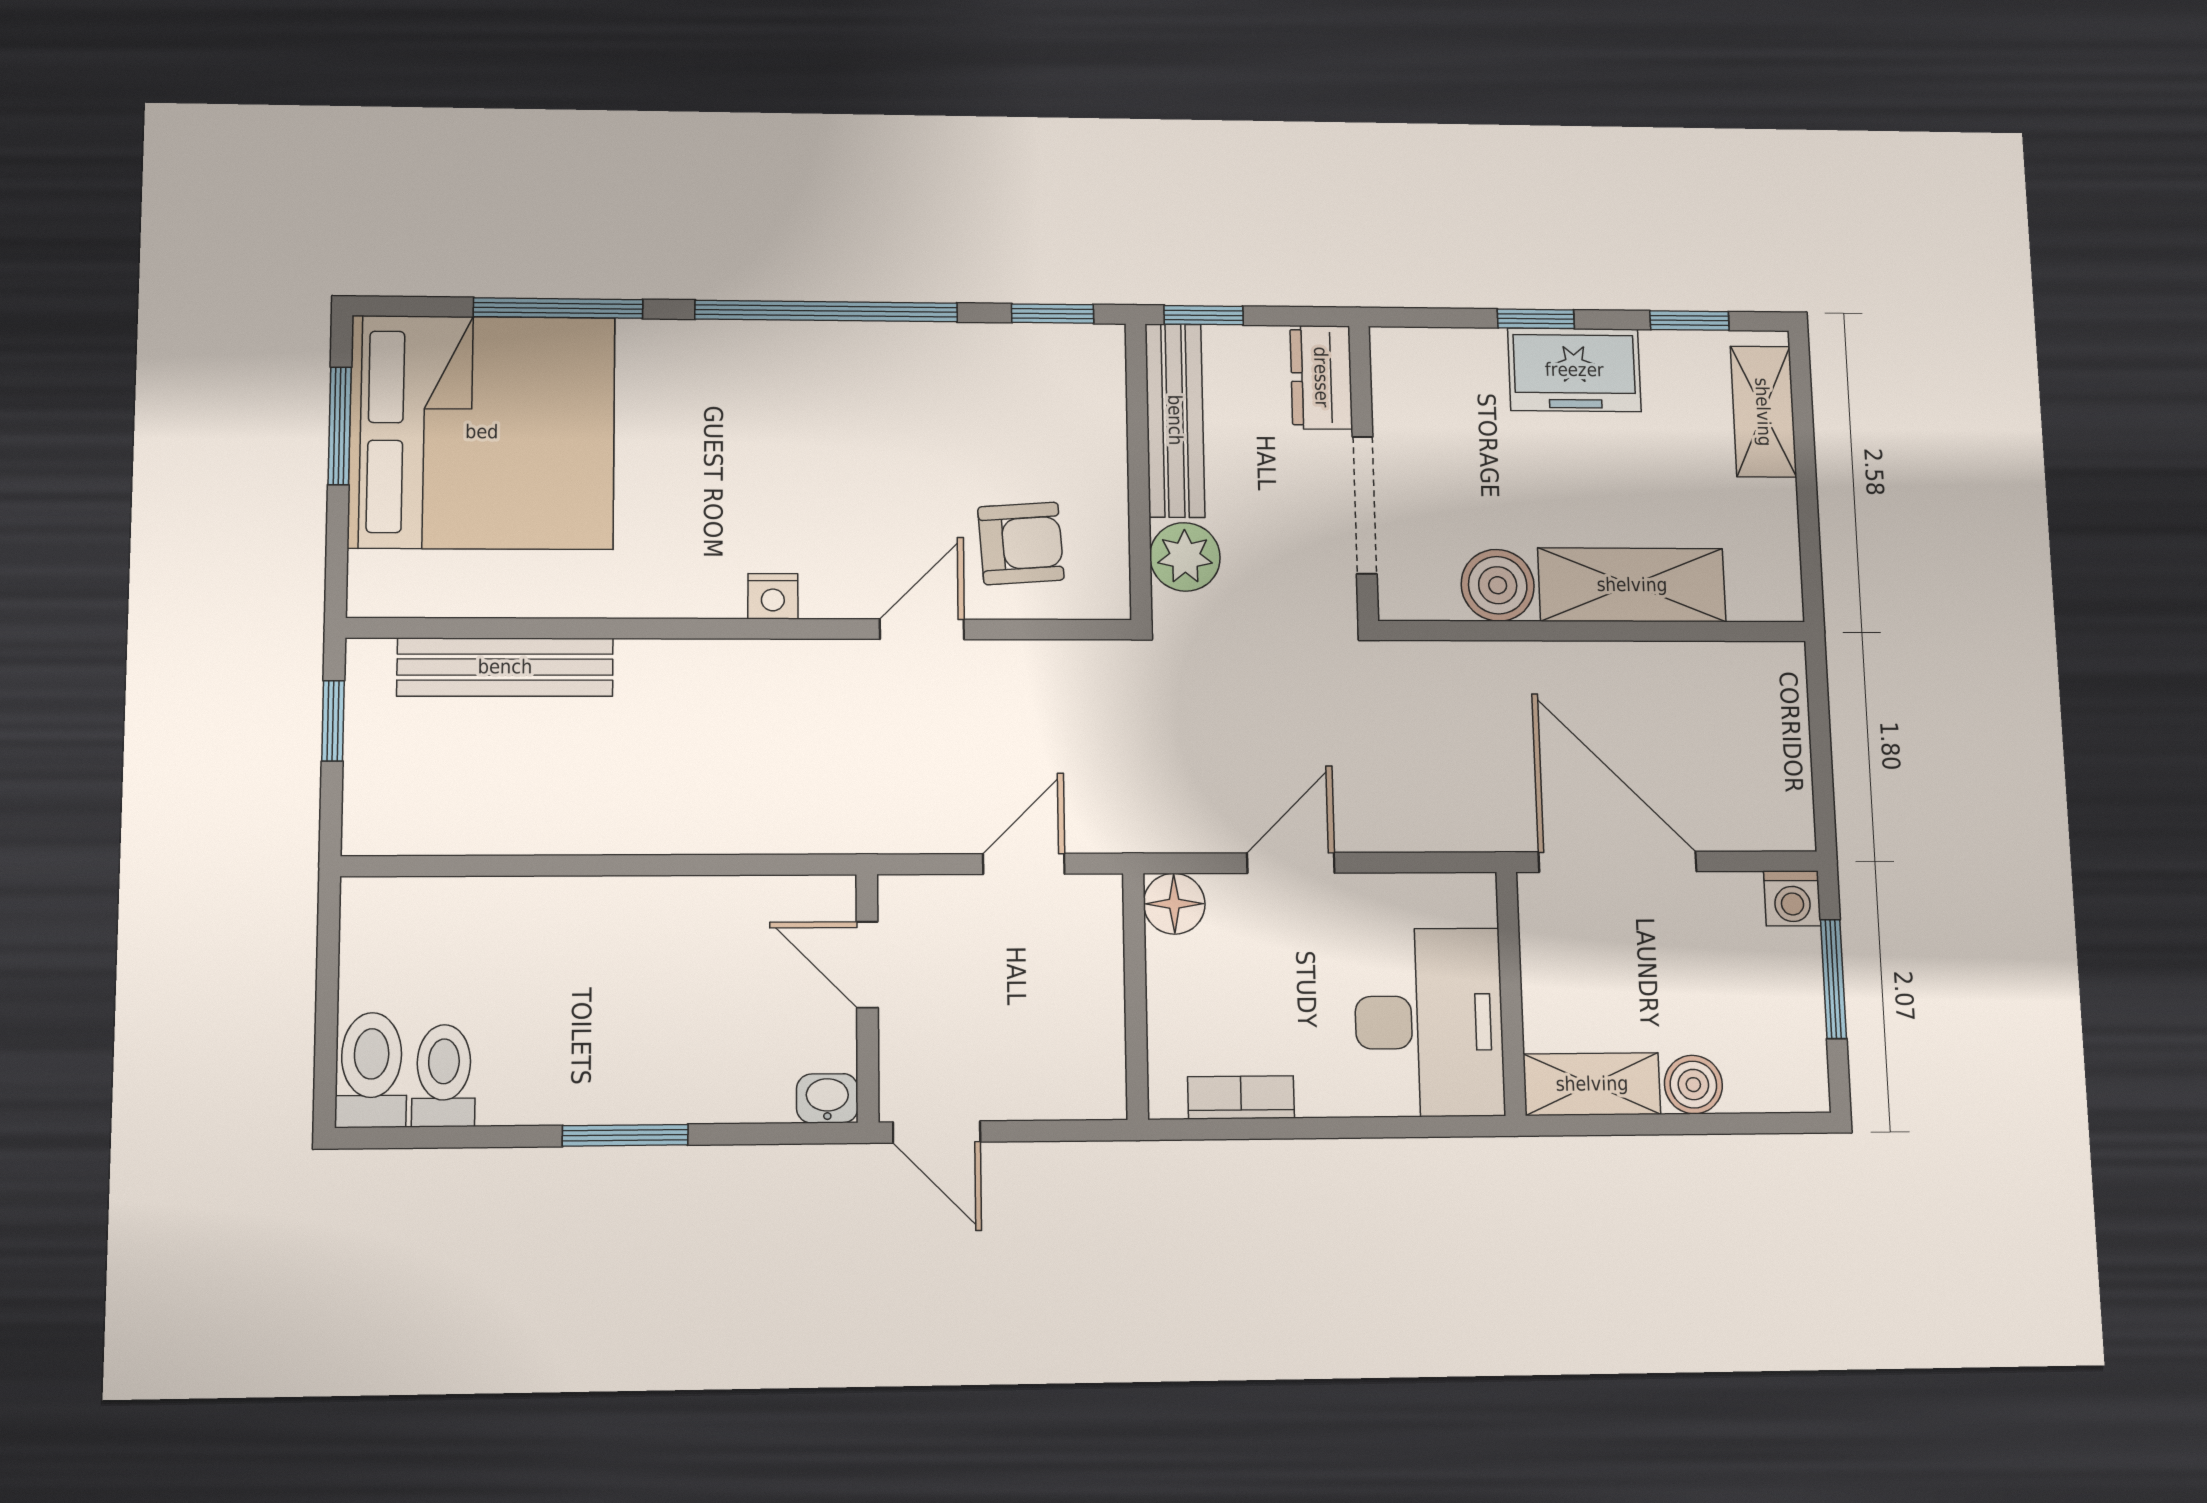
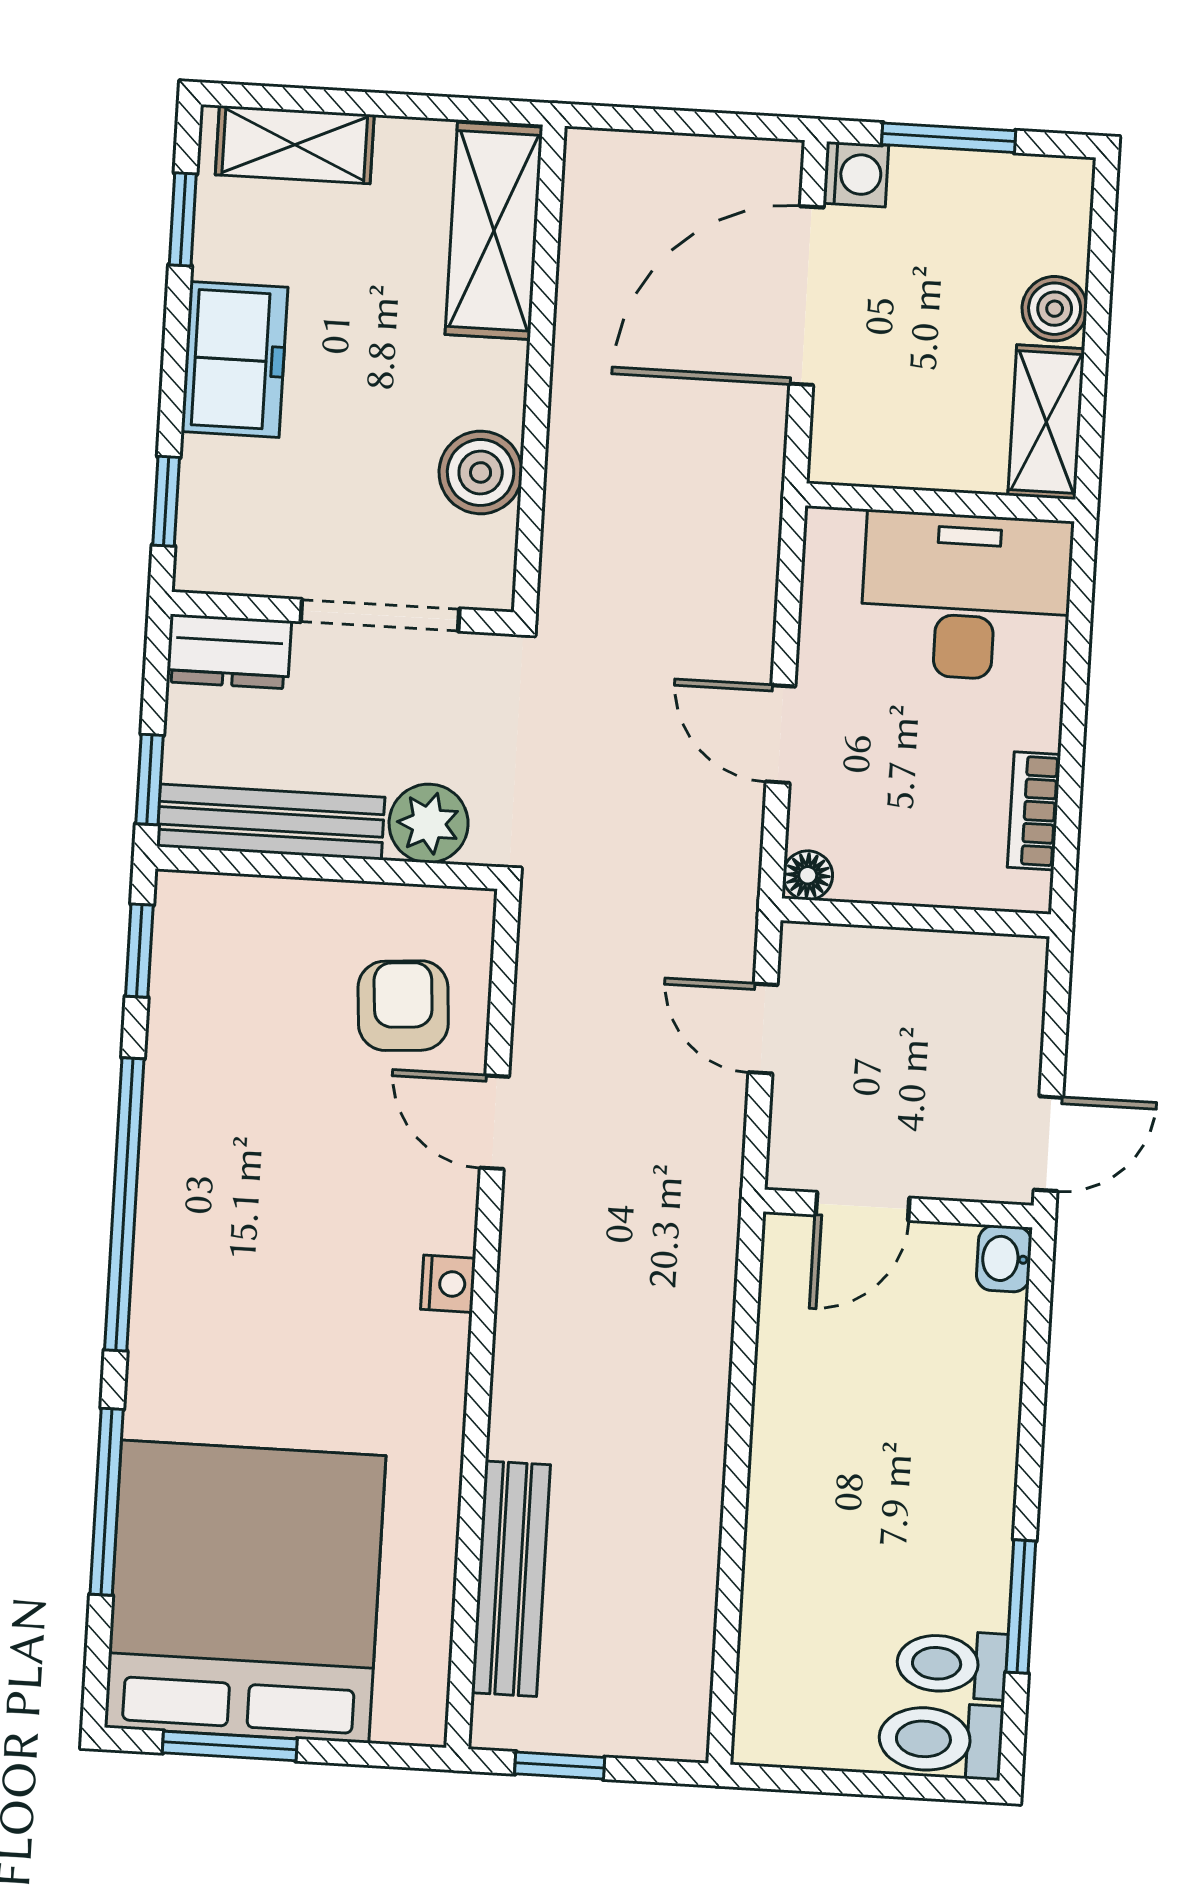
window: (1536, 319) -> (166, 501), moved
shelving: (1632, 585) -> (494, 231), moved
door: (1618, 862) -> (807, 296), moved
floor lamp: (1174, 904) -> (808, 875), width x0.73, depth x0.73
window: (625, 1135) -> (1021, 1607), moved

